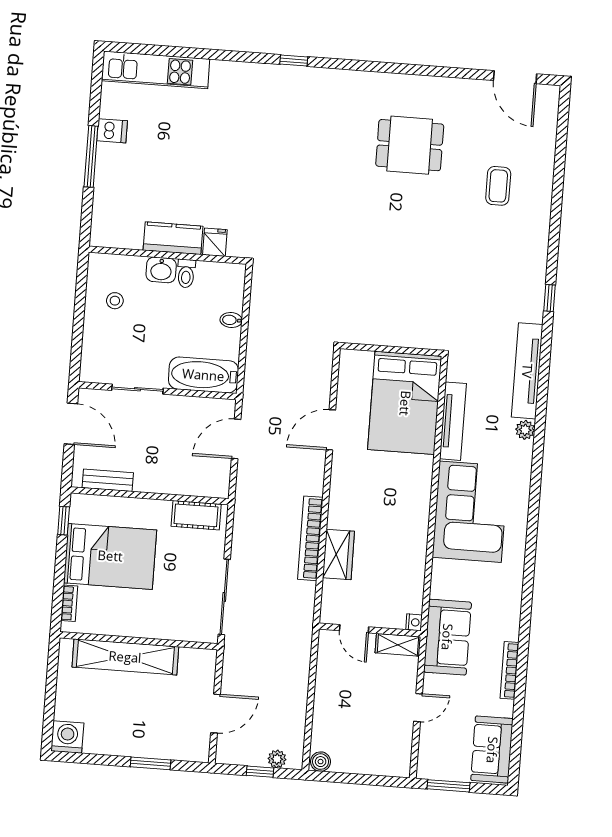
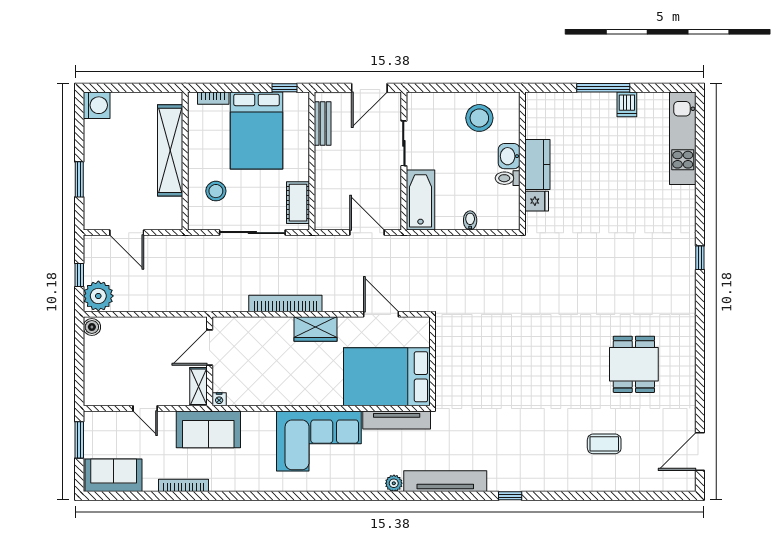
stool: (115, 301) -> (479, 118), width x1.89, depth x1.89
wall: (391, 349) -> (432, 361), moved
bed: (405, 403) -> (387, 377), moved
wardrobe: (338, 554) -> (315, 329), moved
sliding door: (224, 597) -> (252, 233), moved
stool: (176, 608) -> (216, 191), added
door: (354, 629) -> (210, 347), width x1.38
plant: (277, 759) -> (98, 296), width x1.88, depth x1.88

